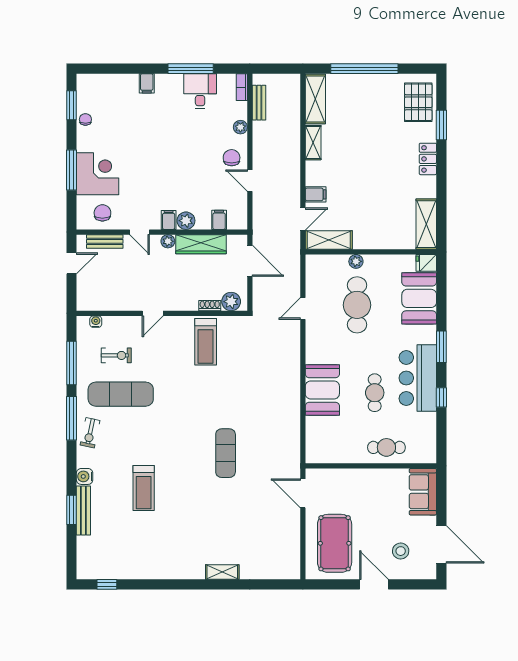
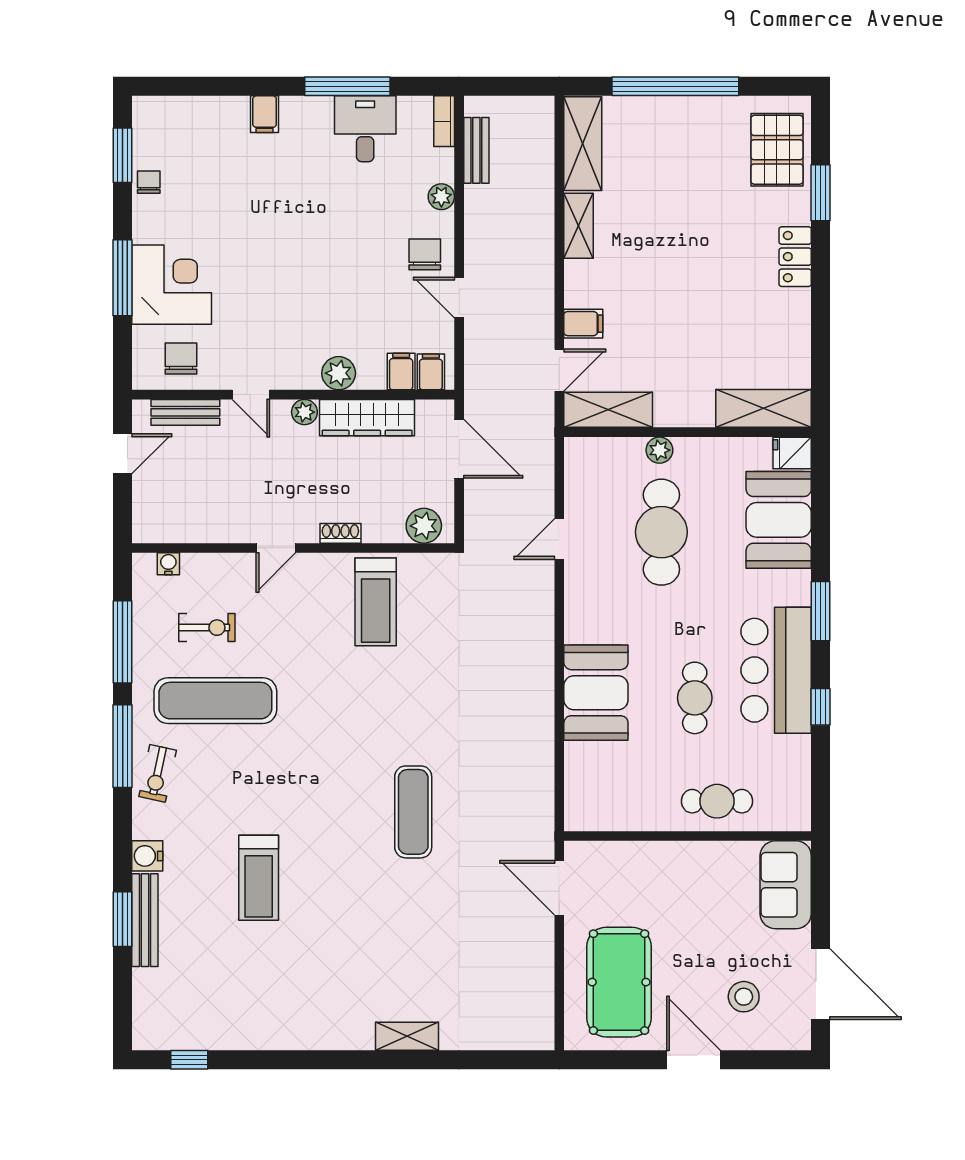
filing cabinet: (169, 220) -> (431, 372), moved
shelving: (426, 224) -> (764, 408), moved, turned 90
shoe rack: (210, 306) -> (340, 533), moved

